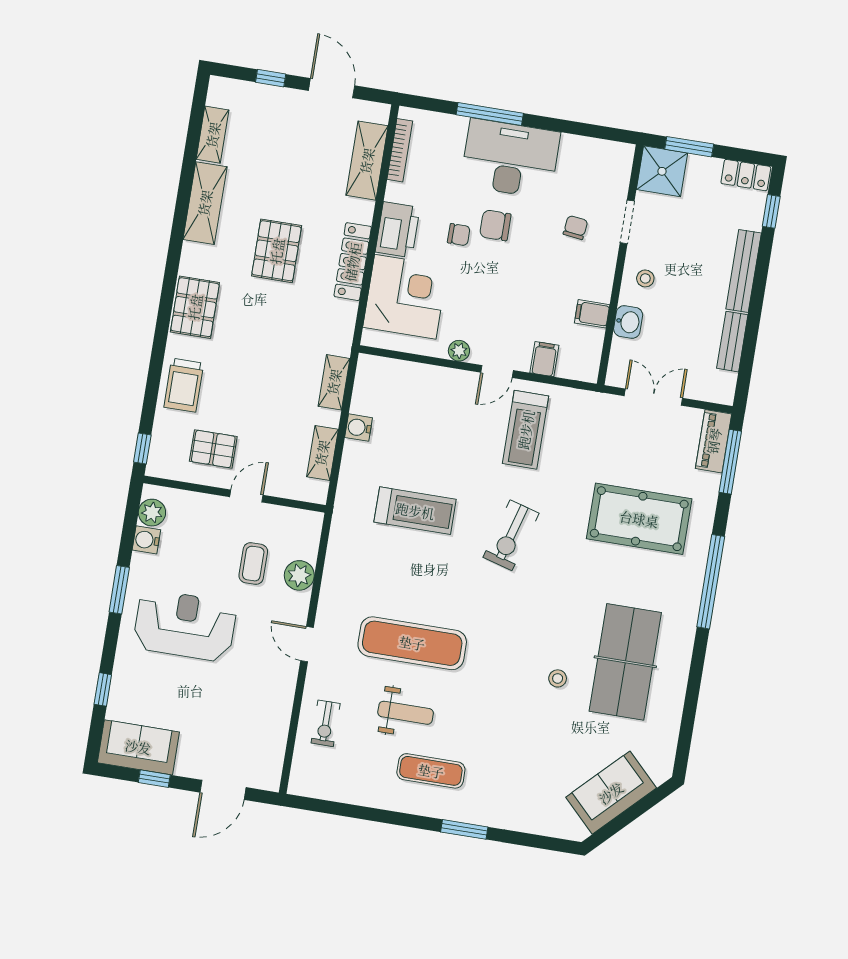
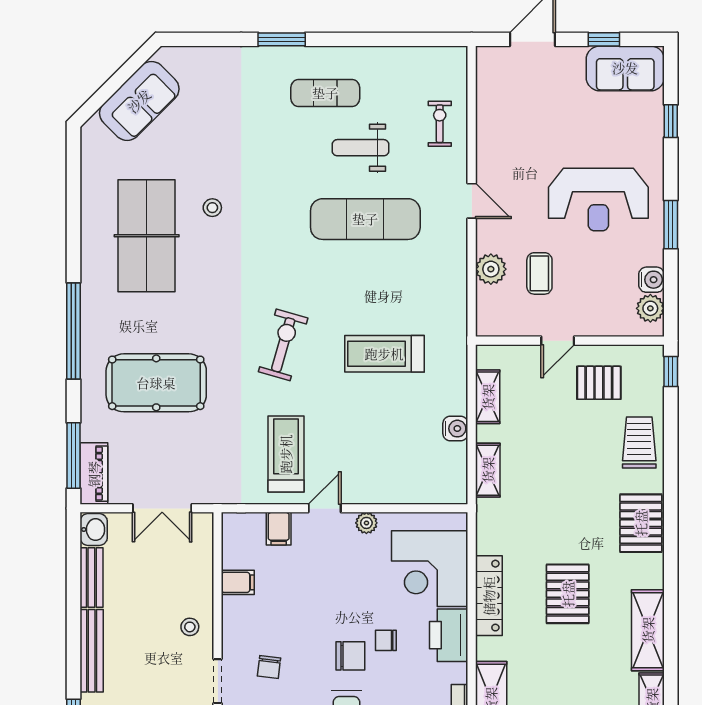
washbasin: (628, 322) -> (94, 530), moved, turned 180

